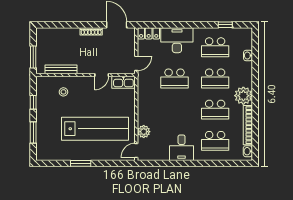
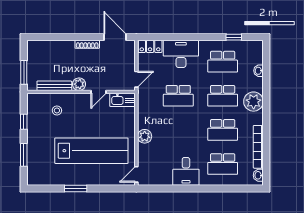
plant: (84, 68) -> (79, 84), added
plant: (243, 96) -> (254, 102), moved
plant: (144, 132) -> (145, 136), moved

